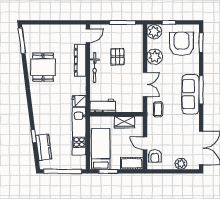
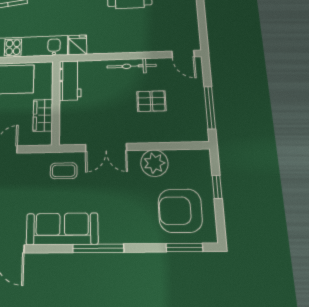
plant: (154, 32) -> (198, 161), removed
armchair: (182, 44) -> (180, 211), turned 180
dresser: (80, 60) -> (142, 44), removed
sofa: (191, 94) -> (62, 229), moved

